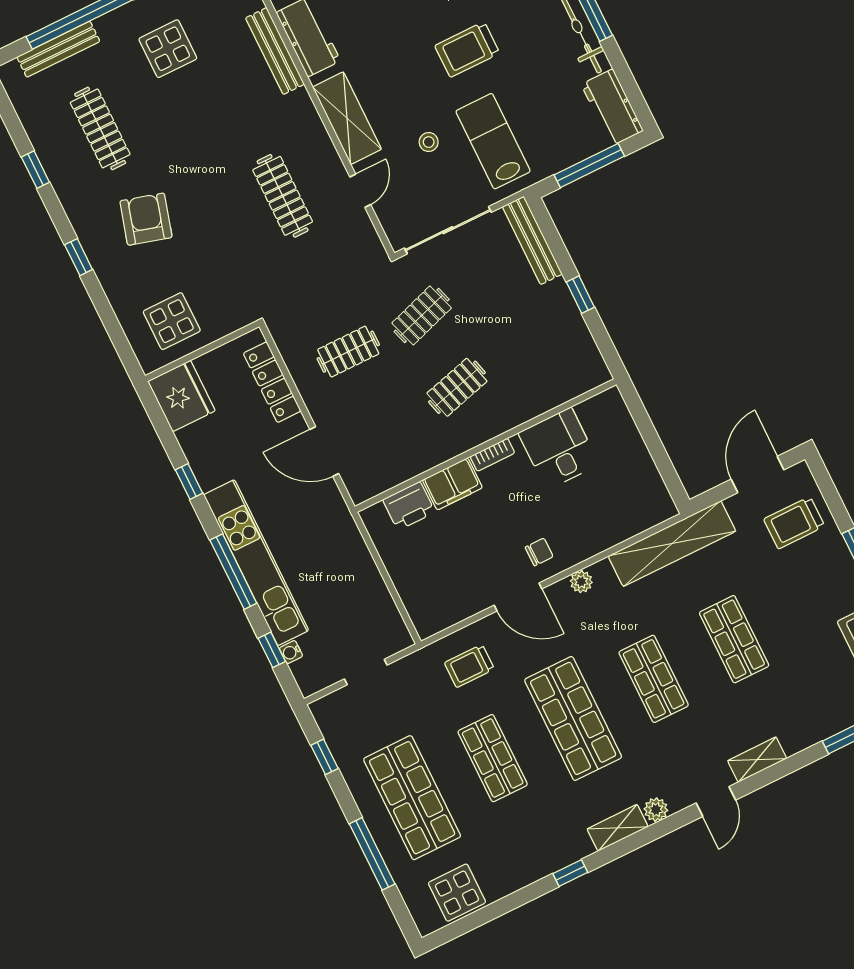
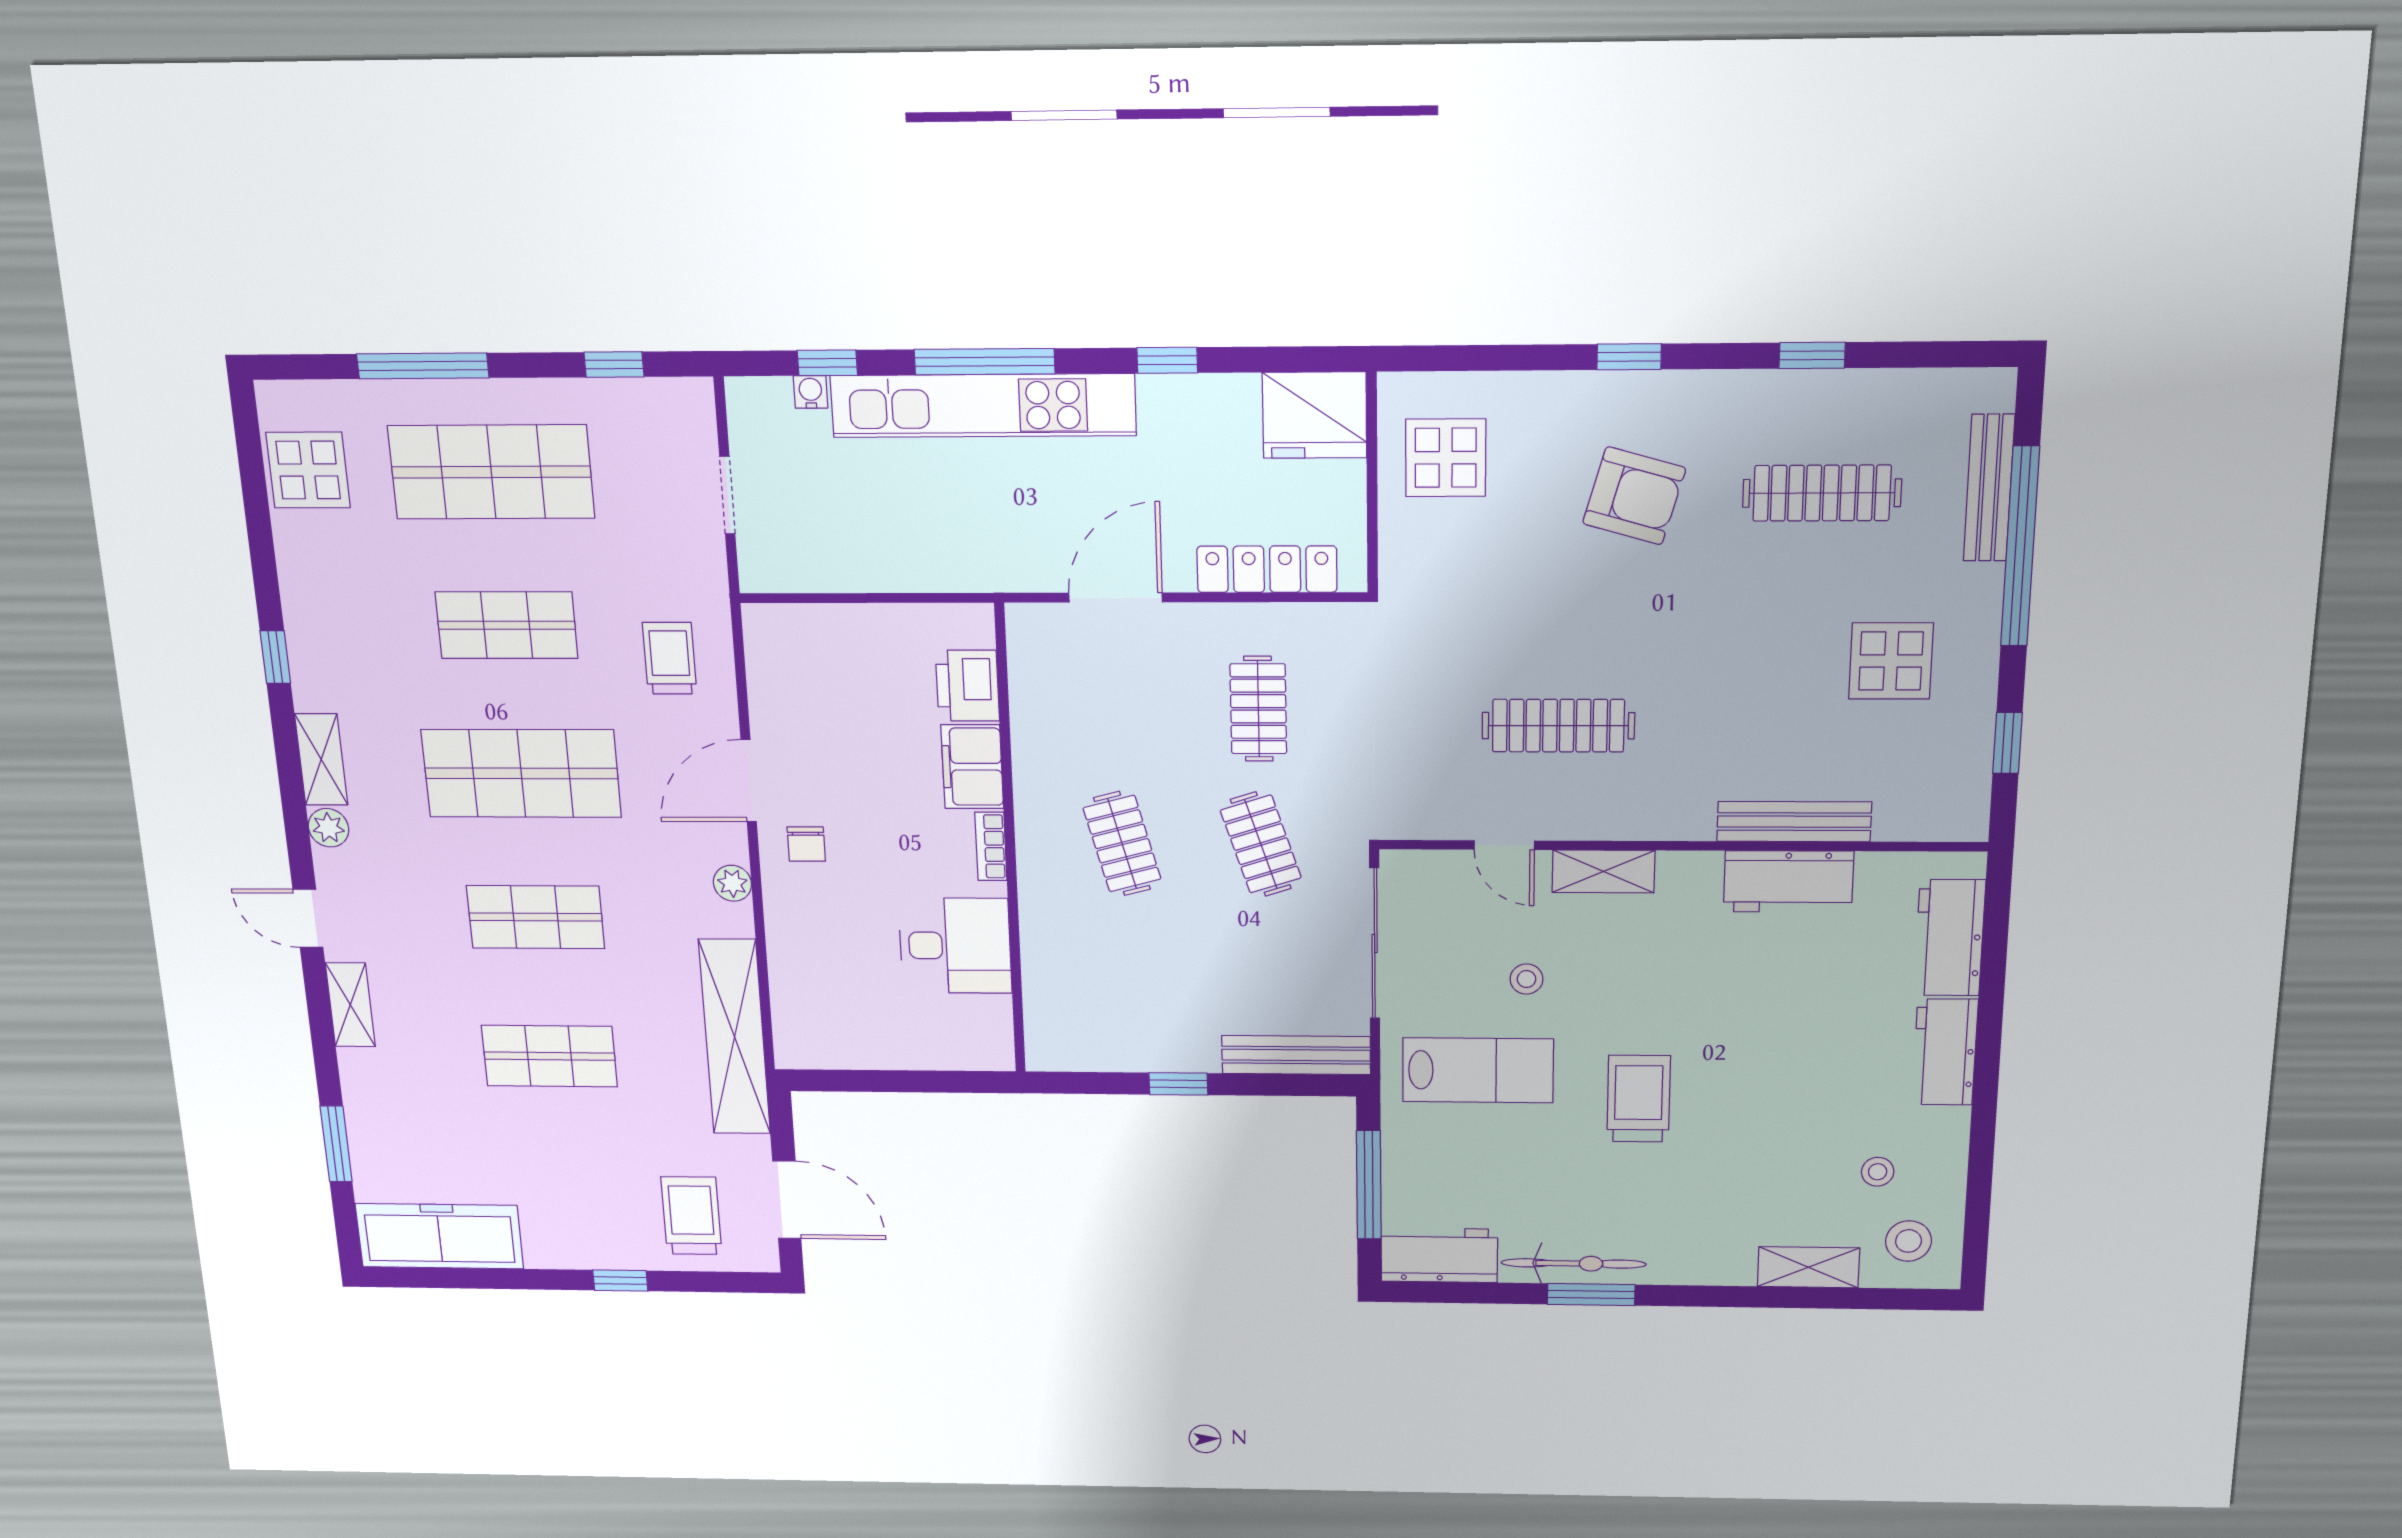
shelving: (347, 118) -> (1603, 871), width x0.67, depth x0.75

